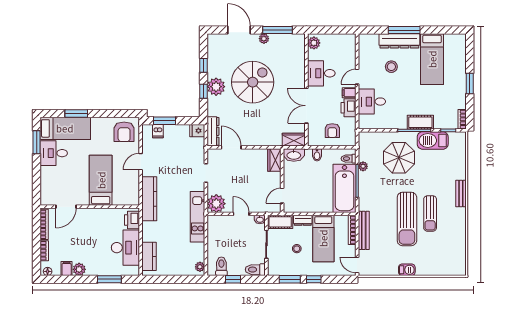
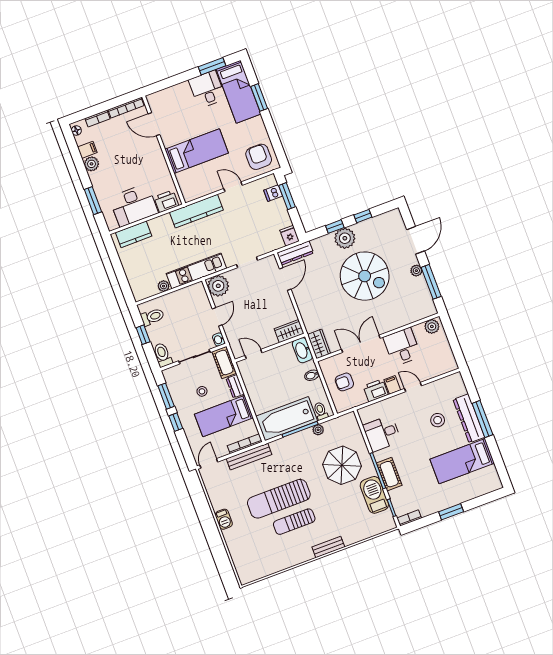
desk: (372, 102) -> (382, 433), moved, turned -90
armchair: (124, 132) -> (259, 157), turned 90
plant: (200, 267) -> (164, 286), moved

